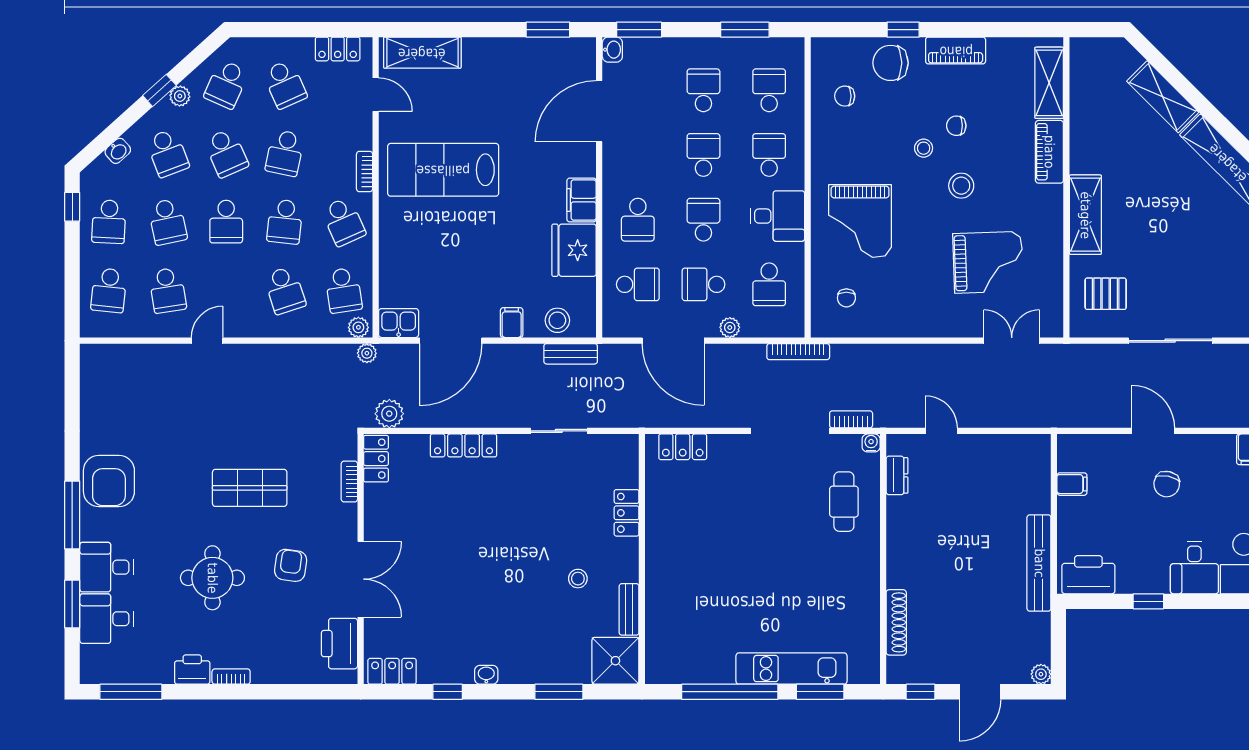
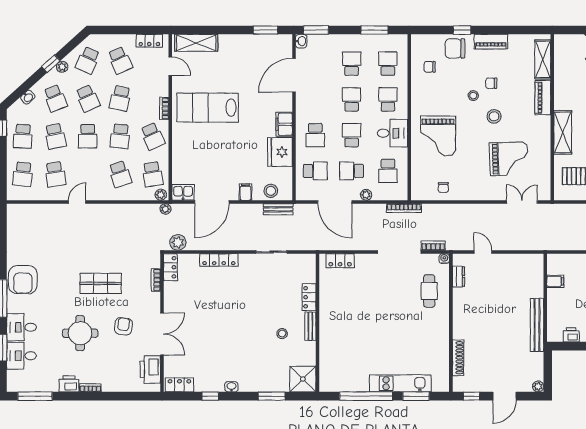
chair: (846, 298) -> (443, 187), moved
printer: (1088, 575) -> (571, 335), width x0.53, depth x0.68
bench: (629, 609) -> (310, 326), moved

